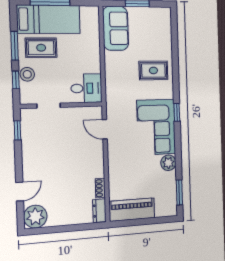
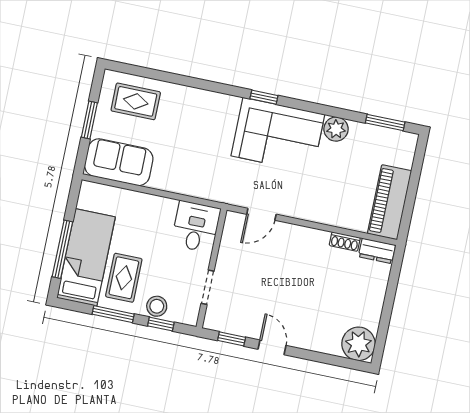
rug: (153, 70) -> (136, 101), moved, turned 90
door: (20, 192) -> (272, 347), moved

